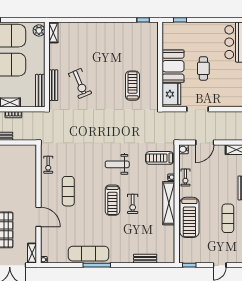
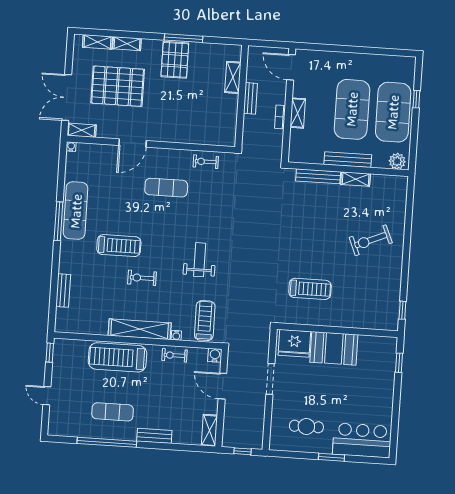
shelving: (53, 33) -> (356, 179), moved
cafe table: (203, 68) -> (306, 427), moved
exercise bike: (80, 83) -> (371, 240), moved
bench: (40, 91) -> (348, 160), moved
treadmill: (112, 200) -> (119, 246), moved, turned 180

